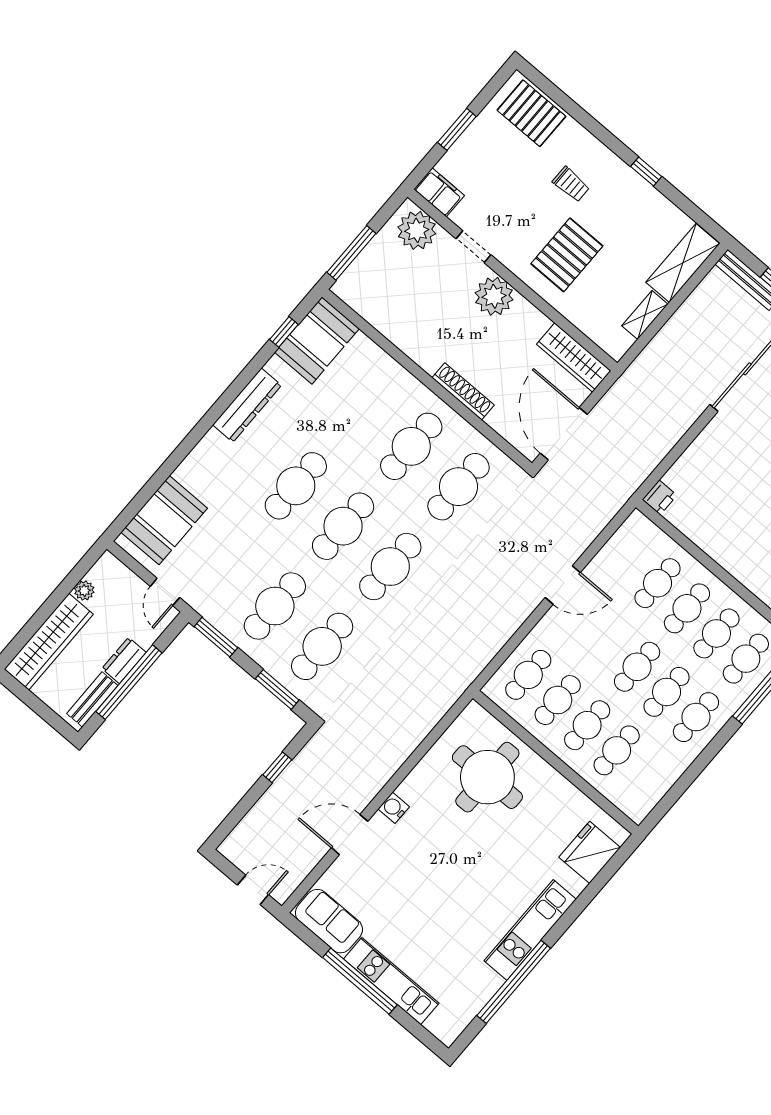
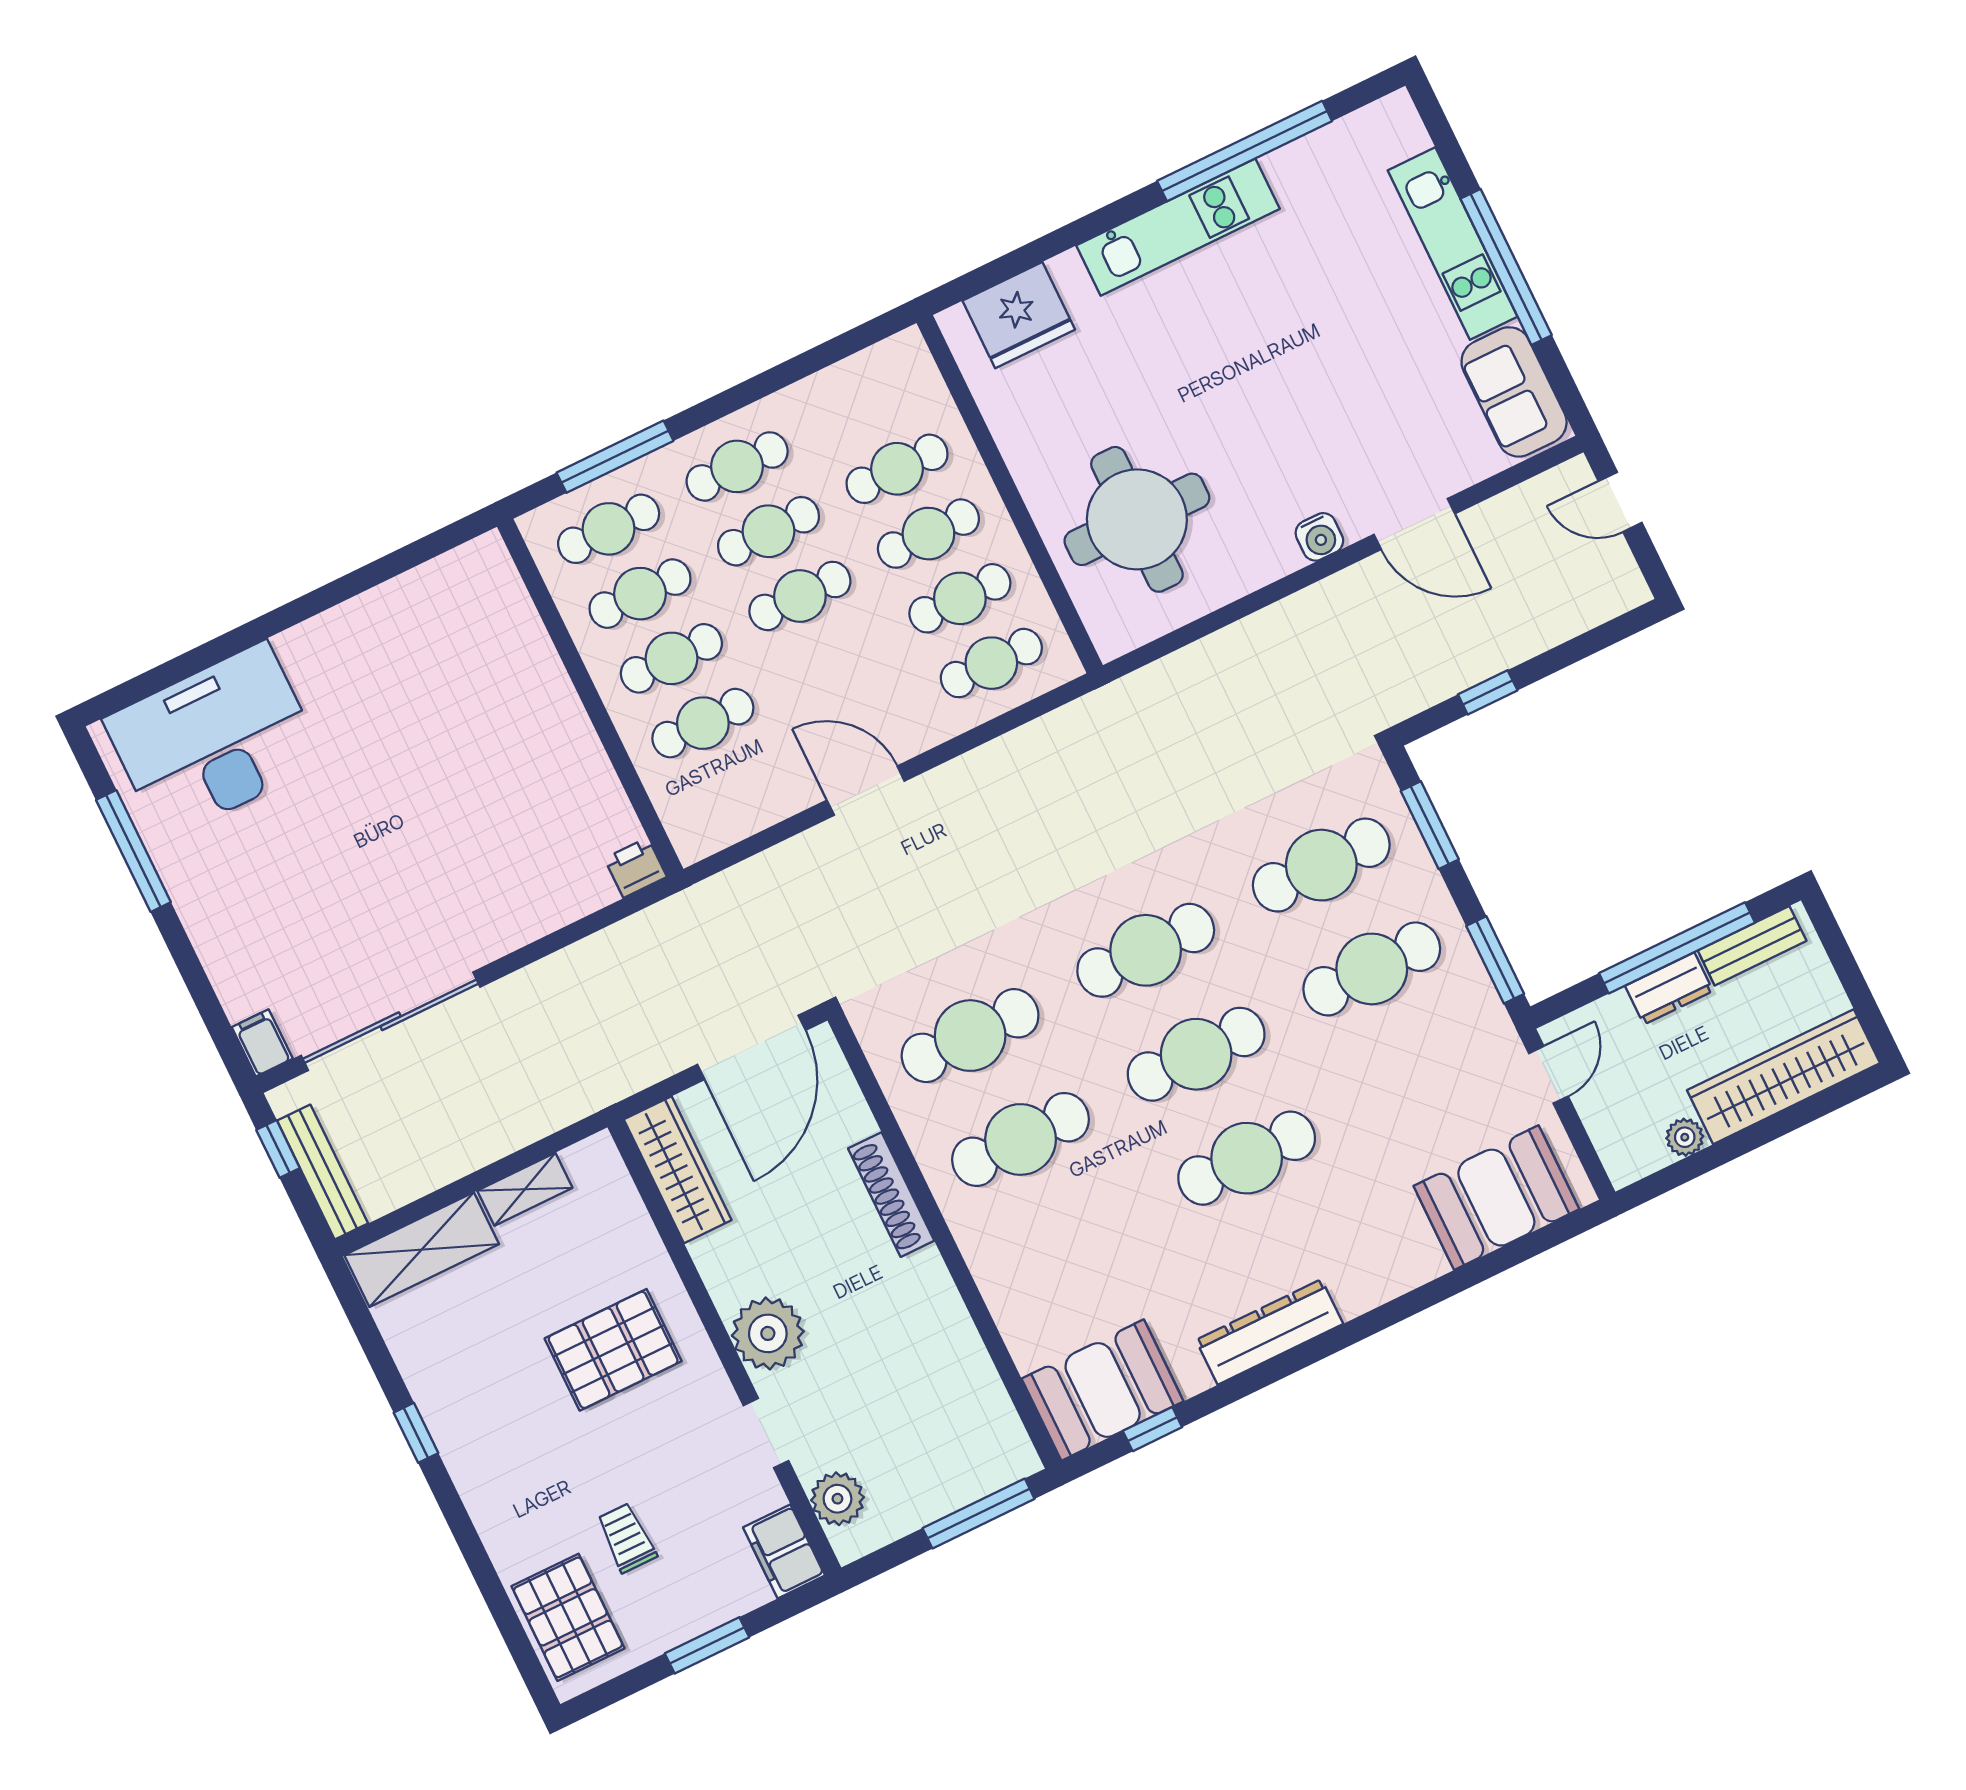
trolley: (571, 184) -> (627, 1538), moved
plant: (417, 230) -> (837, 1499), width x0.73, depth x0.73

